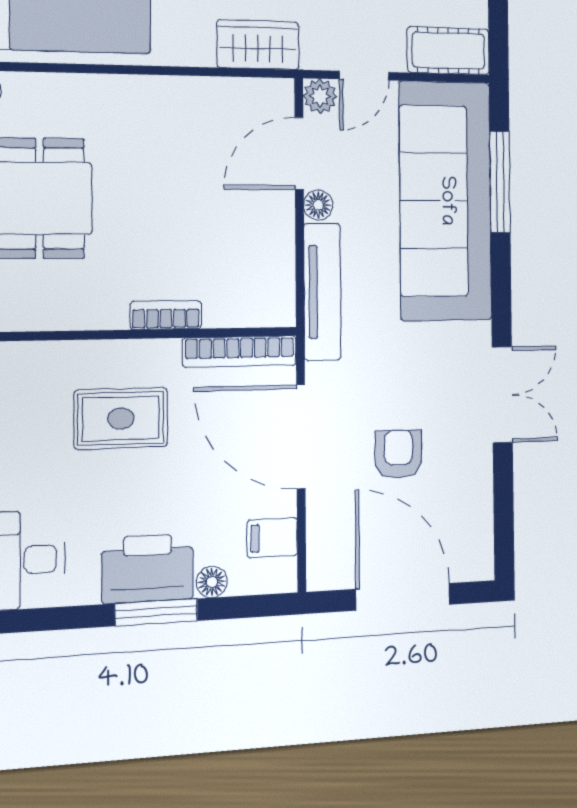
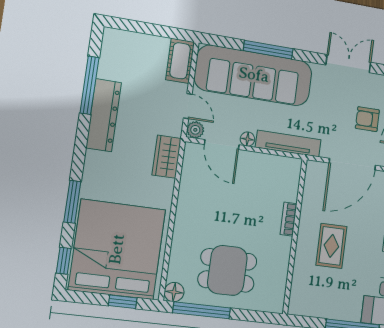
window: (500, 182) -> (268, 50), moved
bookcase: (240, 352) -> (310, 187), removed

